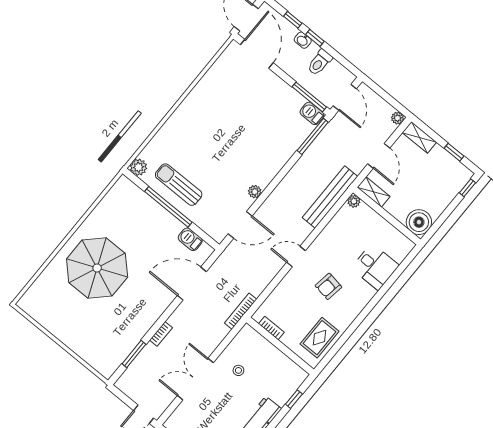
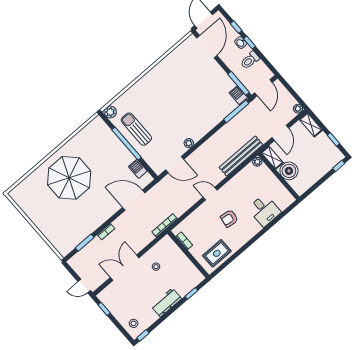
boiler: (419, 222) -> (289, 171), moved

